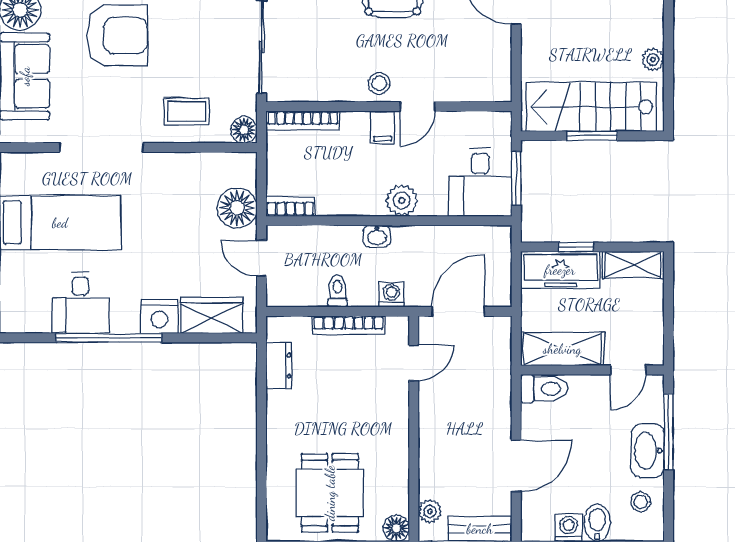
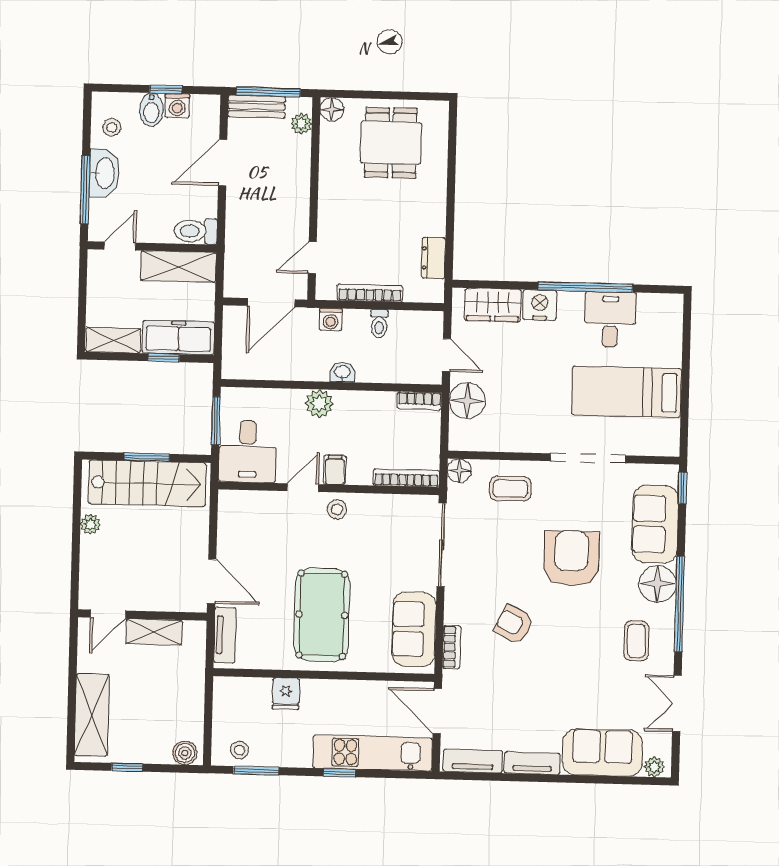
armchair: (117, 35) -> (571, 558), turned 90
desk: (480, 182) -> (248, 451), moved, turned 180

